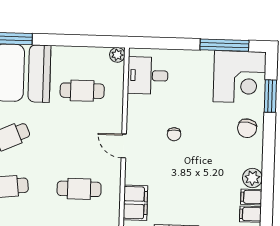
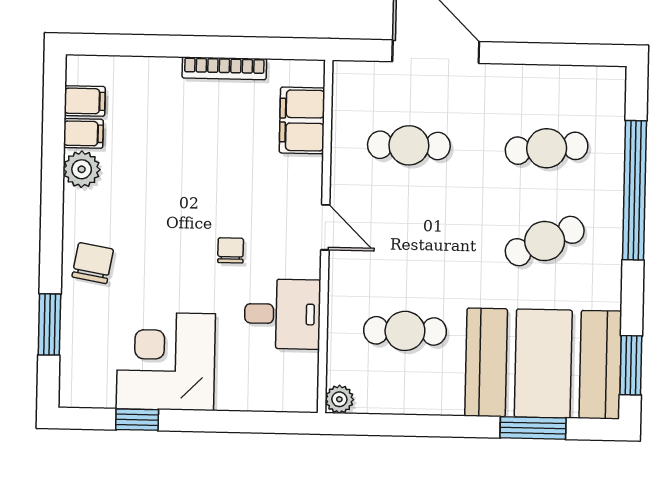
window: (224, 45) -> (137, 420), width x0.46
desk: (148, 76) -> (282, 314), moved
corner desk: (240, 77) -> (166, 361), moved

